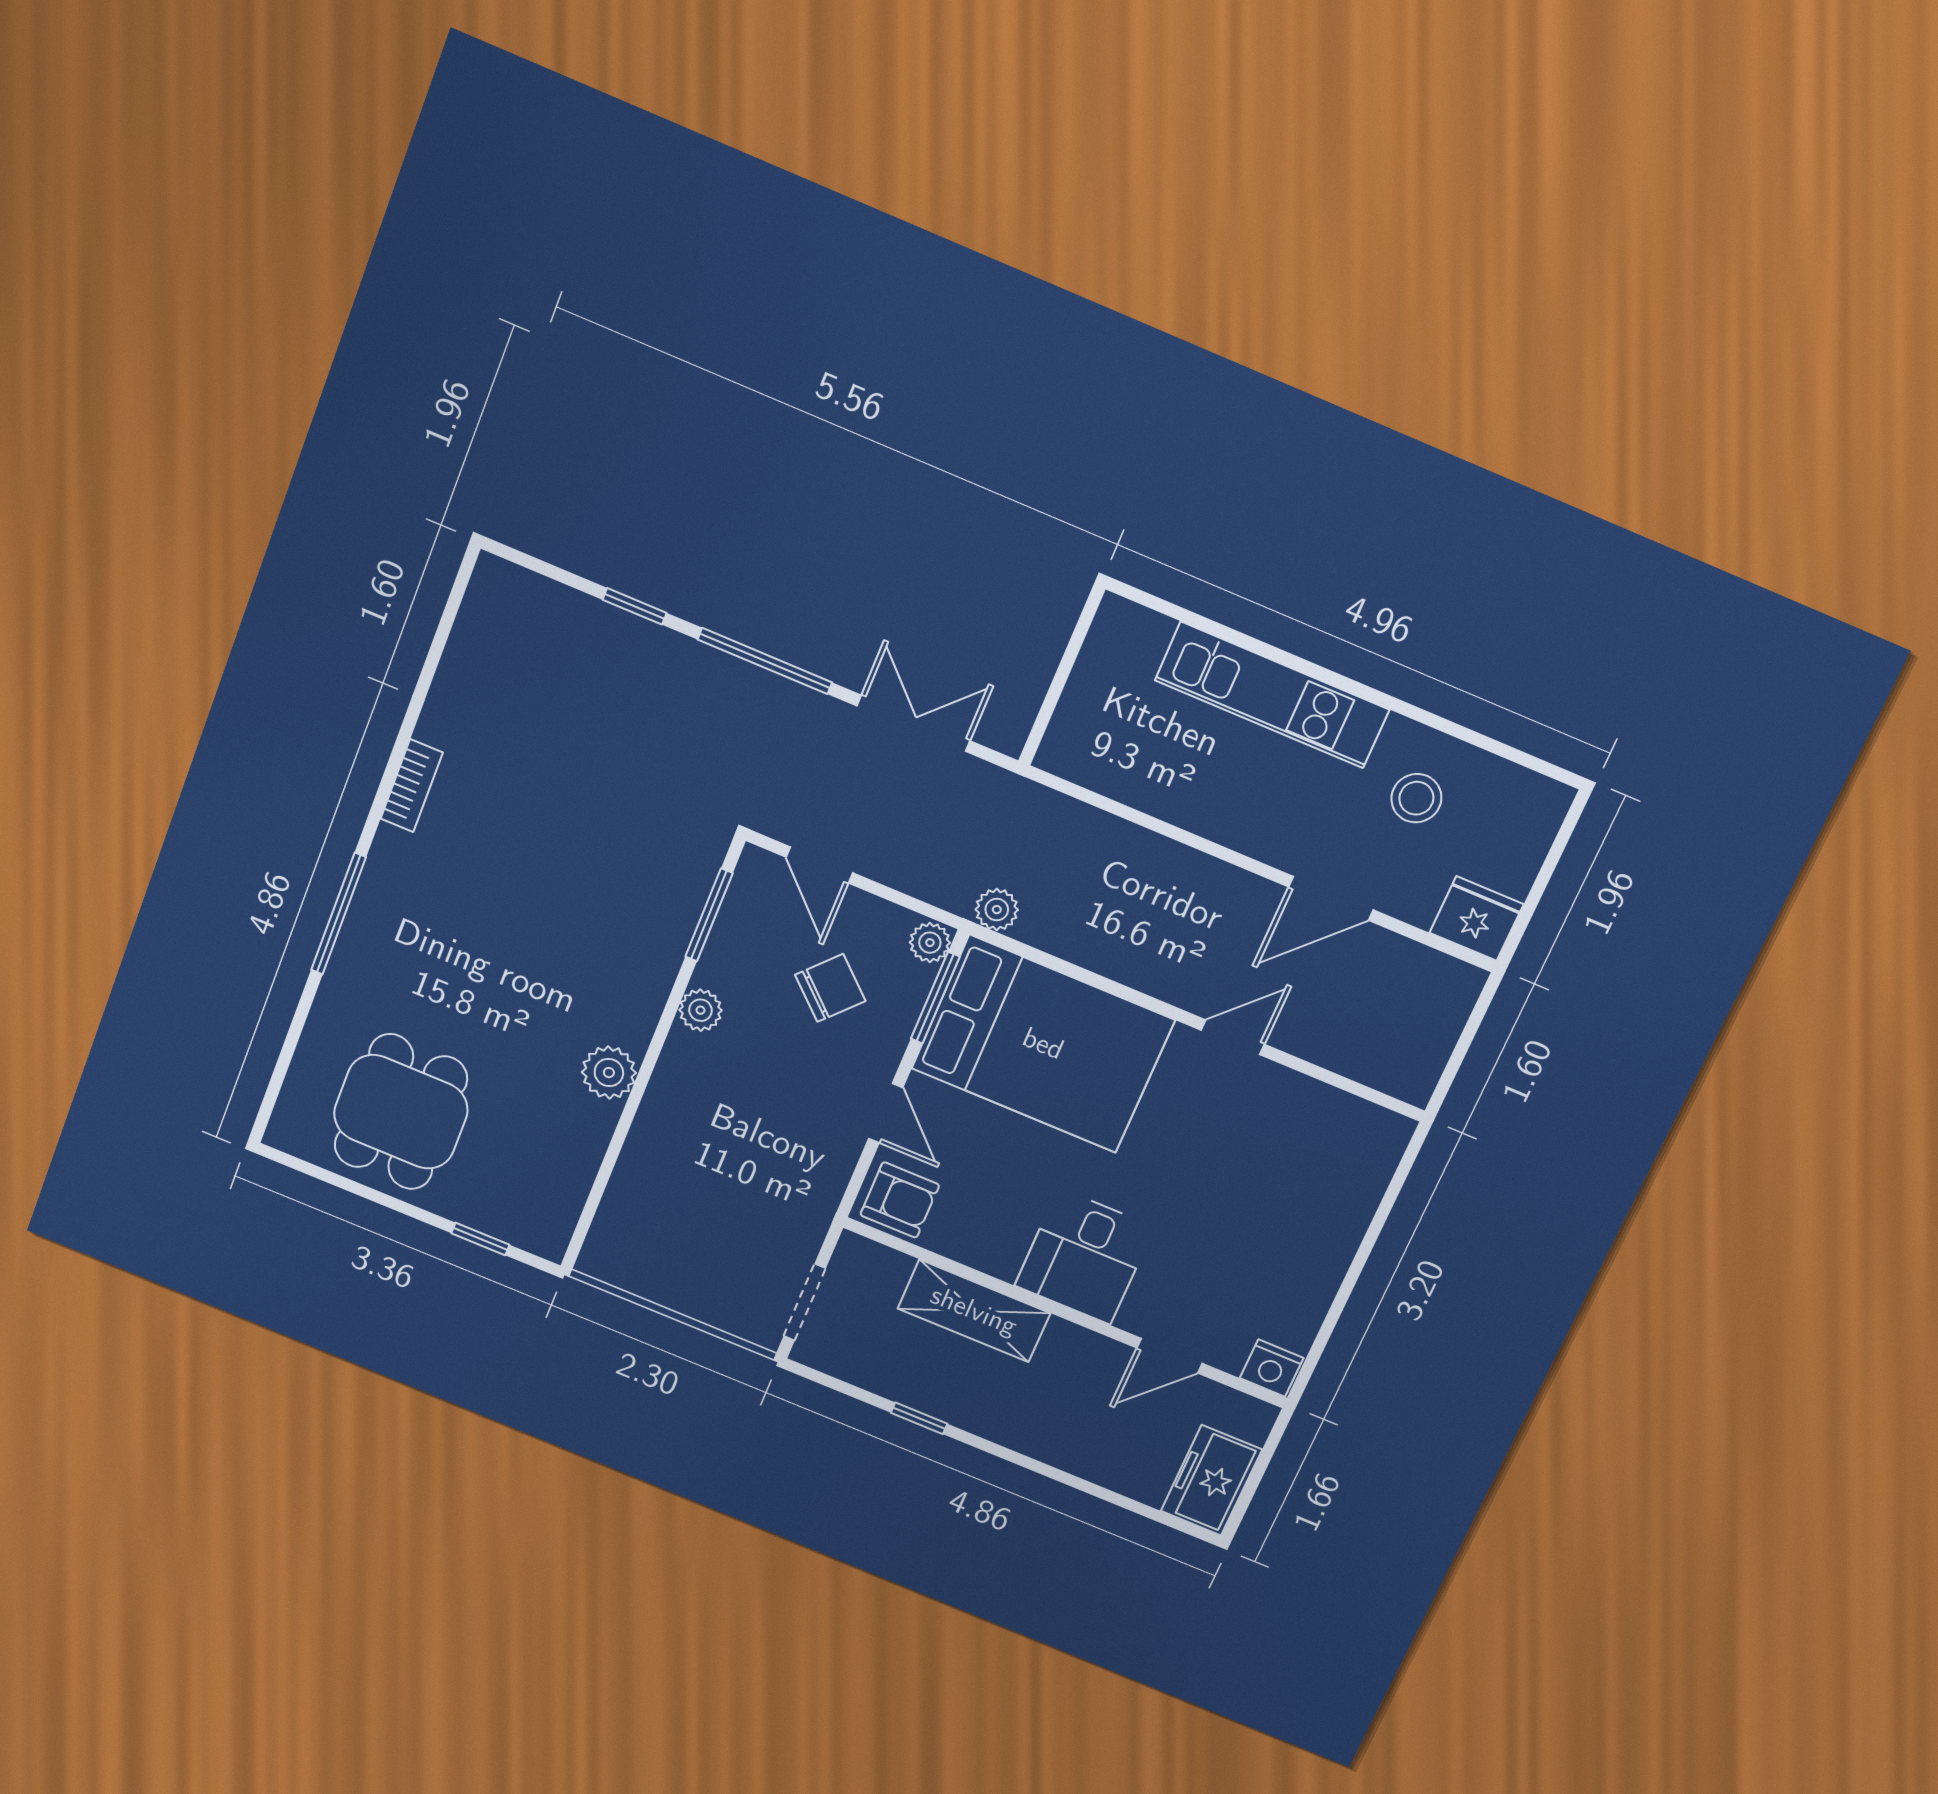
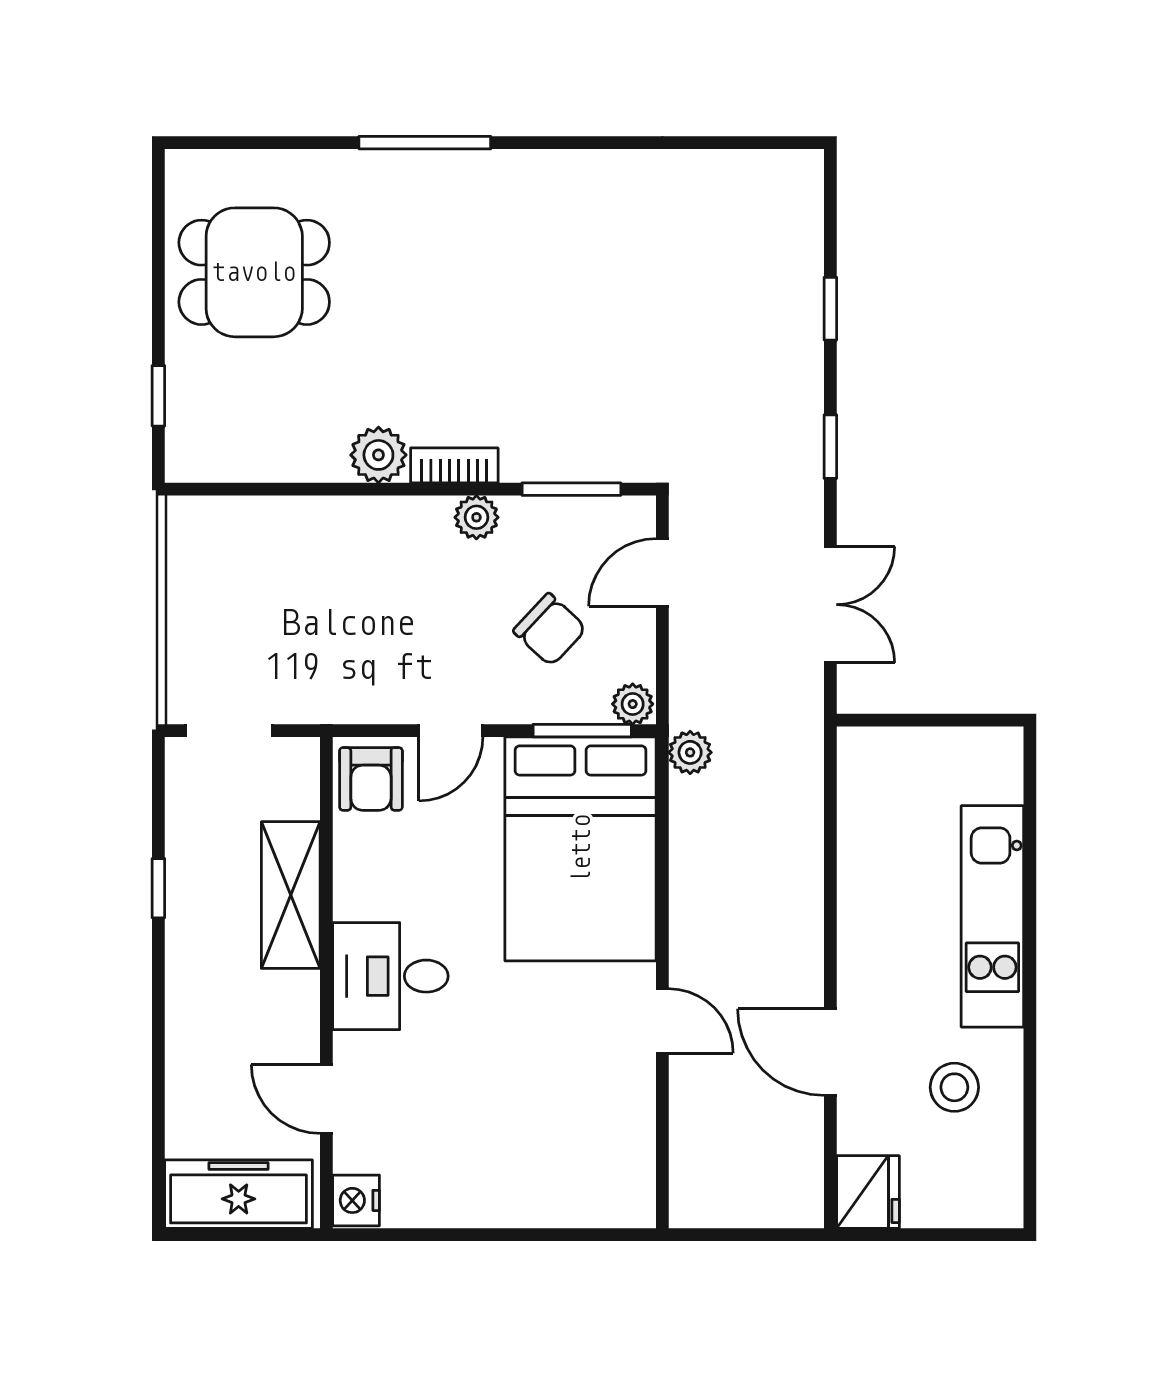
window: (765, 661) -> (830, 447), width x0.46
bookcase: (412, 786) -> (454, 465), moved, turned 180
freezer: (1211, 1480) -> (239, 1194), width x1.40

